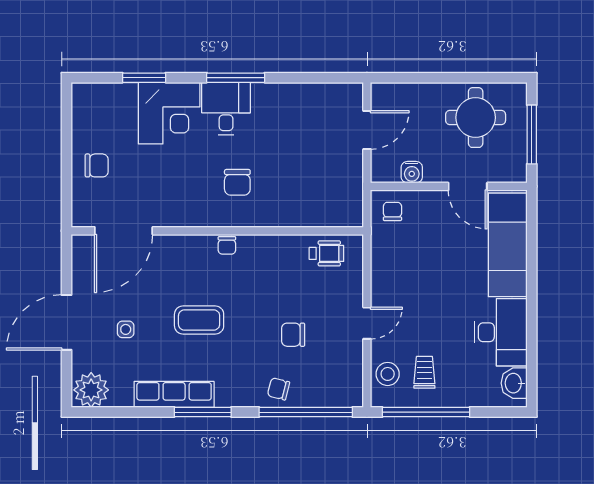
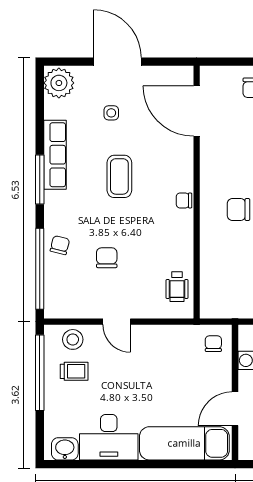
chair: (392, 211) -> (213, 344), turned -90

